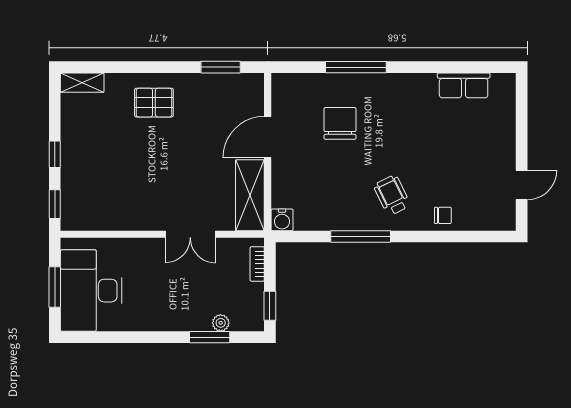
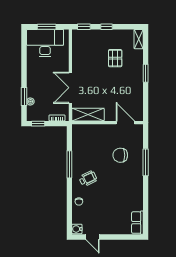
window: (221, 67) -> (146, 73), moved
row of seats: (464, 85) -> (137, 223), moved
pallet: (154, 103) -> (115, 58), moved
chair: (340, 123) -> (120, 155), turned 180
door: (268, 137) -> (125, 123), moved
water cooler: (282, 220) -> (77, 229), moved
double door: (190, 234) -> (70, 88), width x1.37

